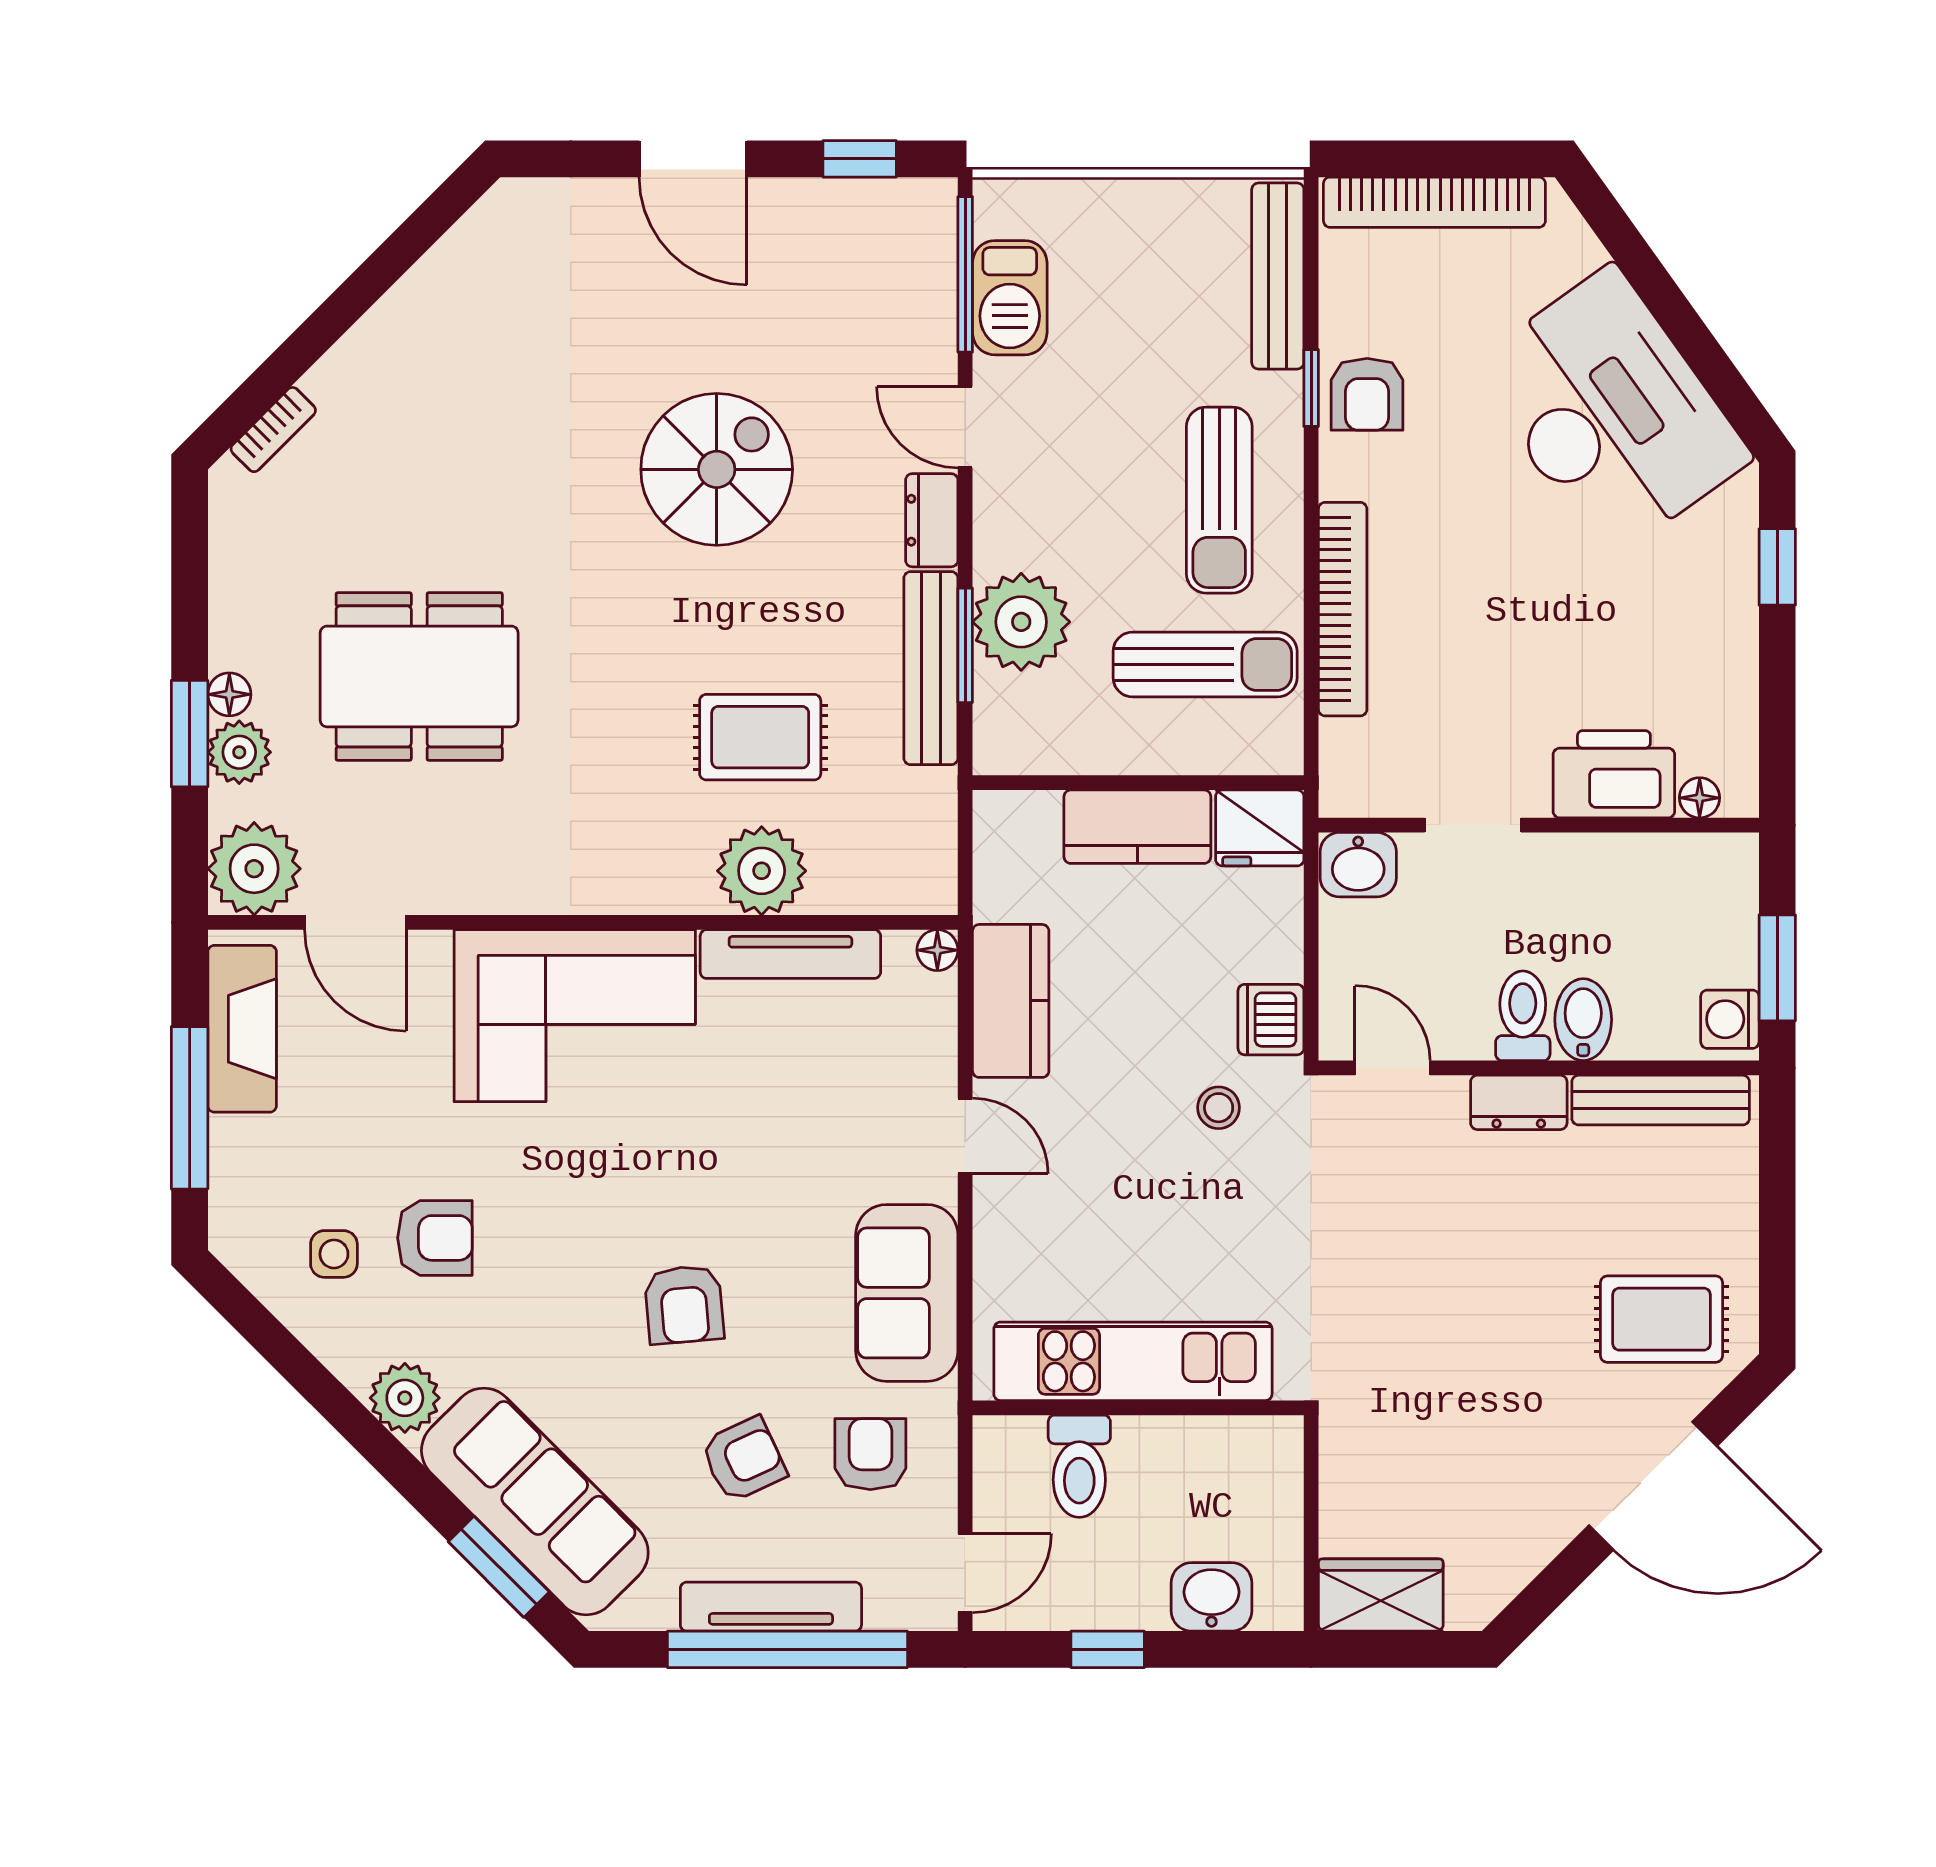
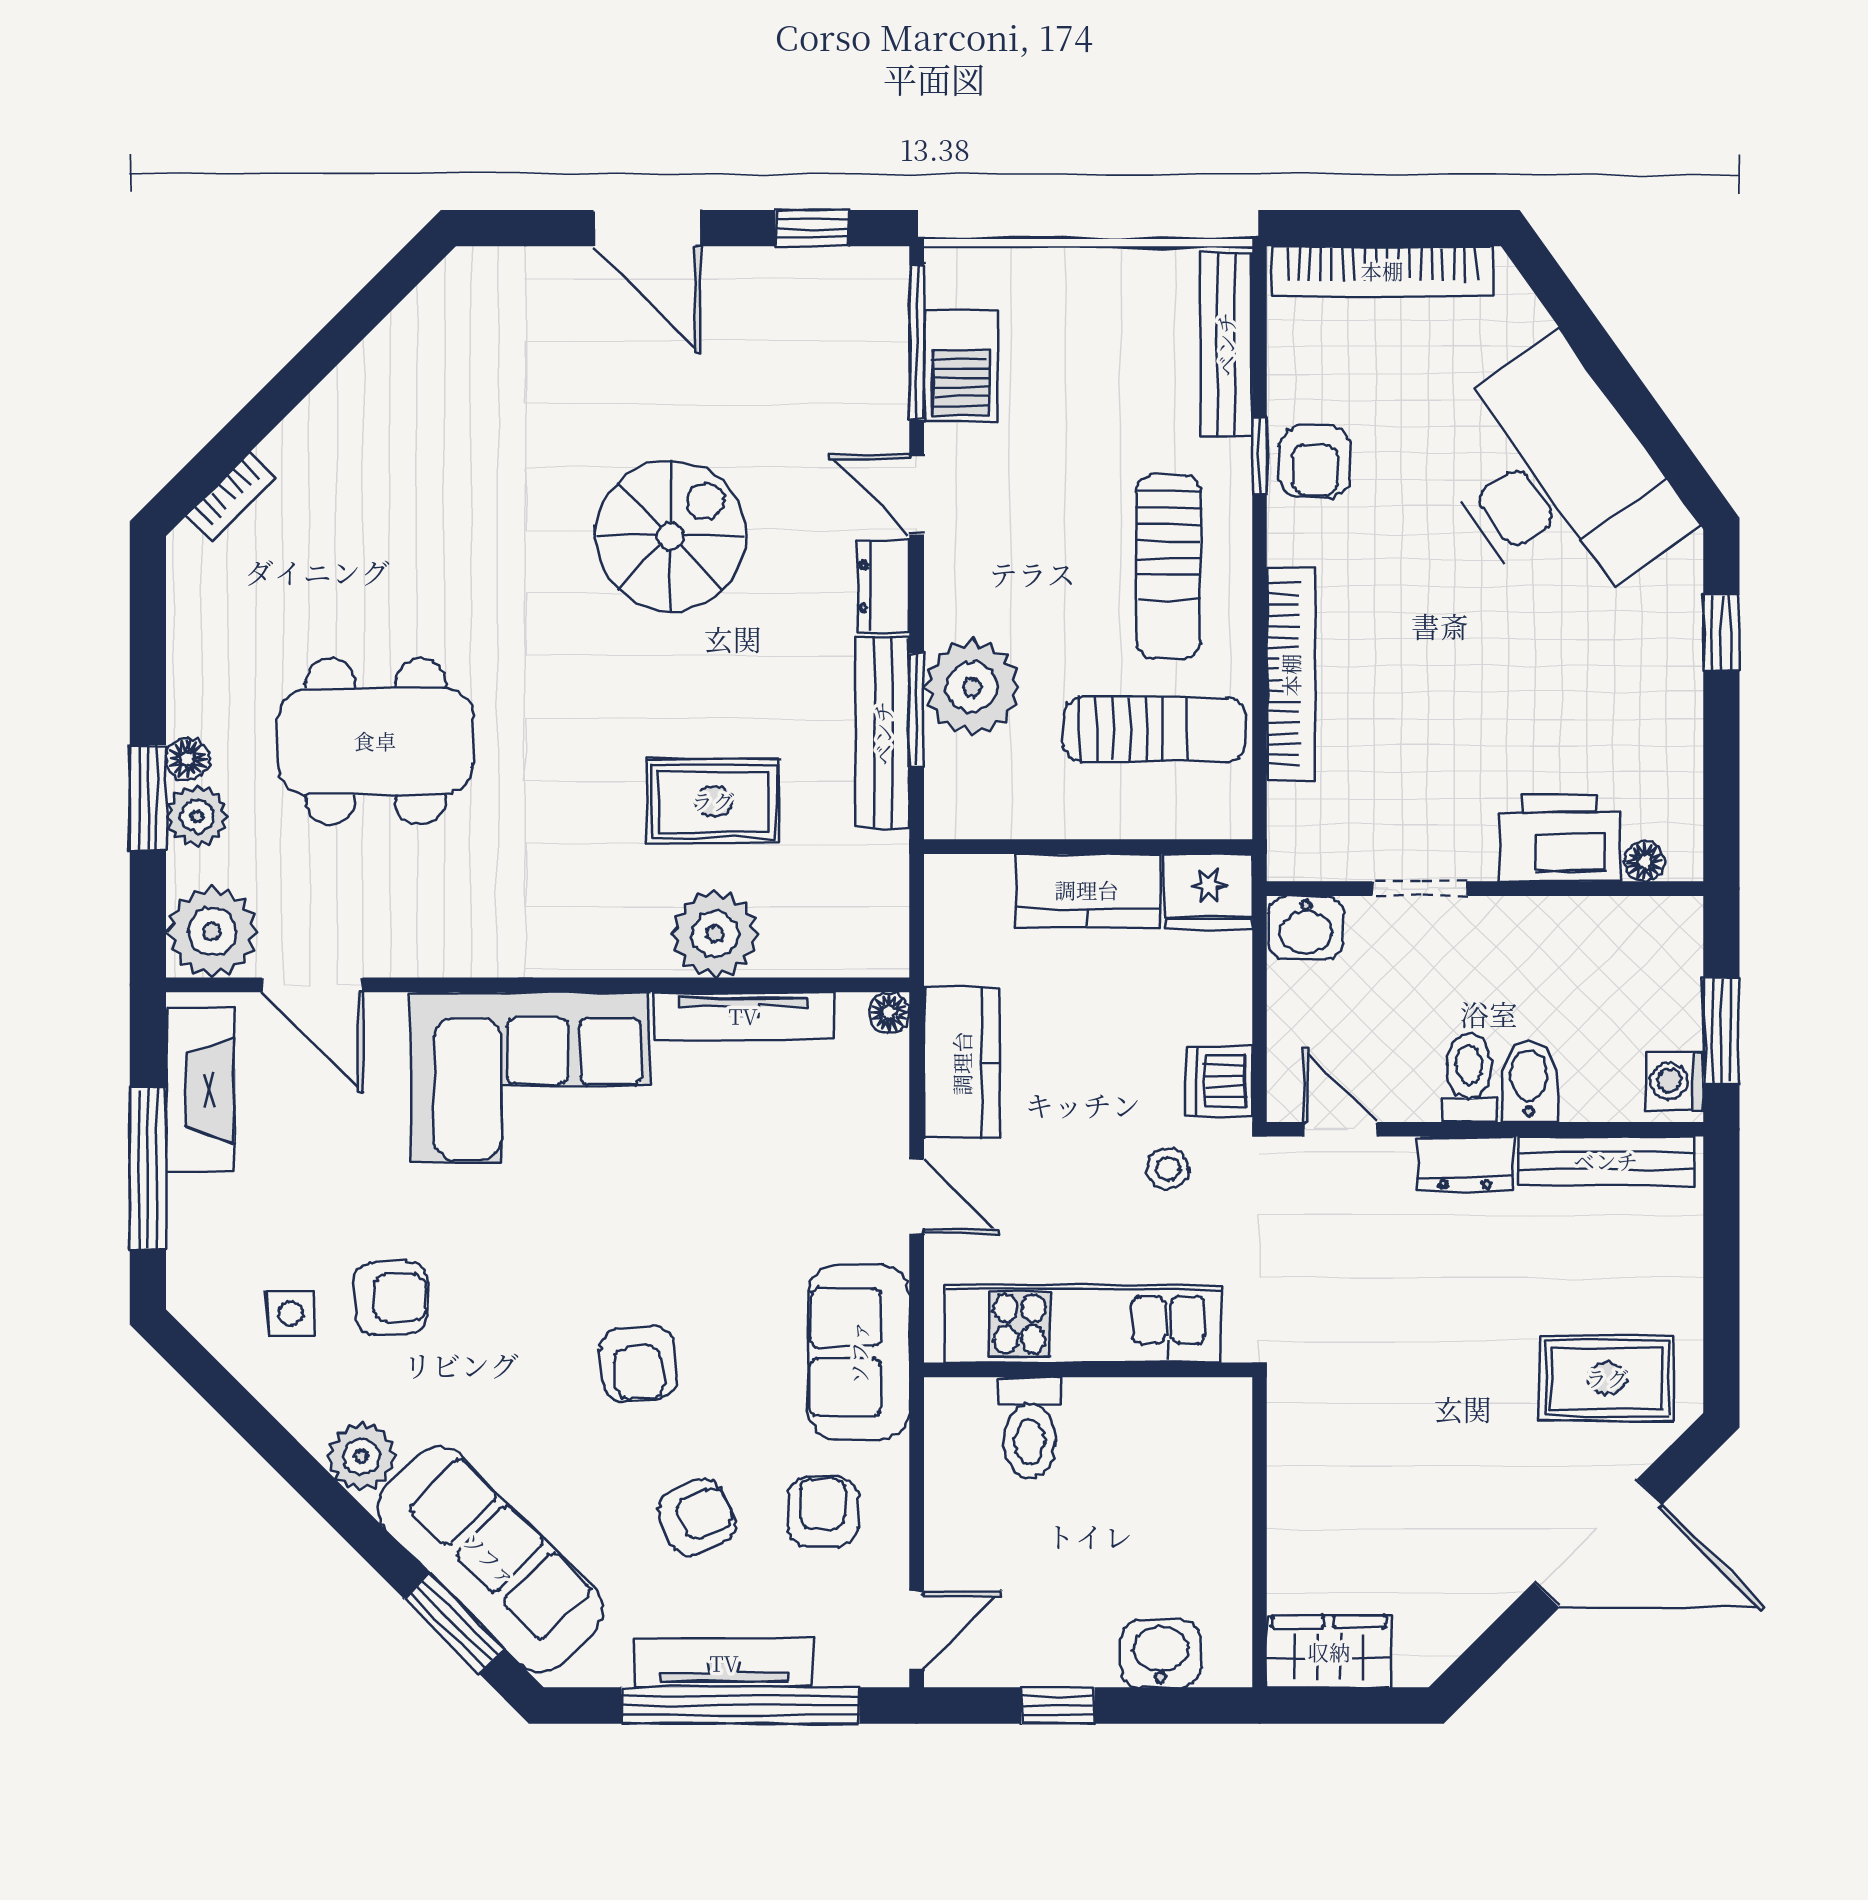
kitchen unit: (1133, 1361) -> (1083, 1324), moved
wall: (1138, 1408) -> (1088, 1370), moved
toilet: (1079, 1466) -> (1030, 1428), moved

